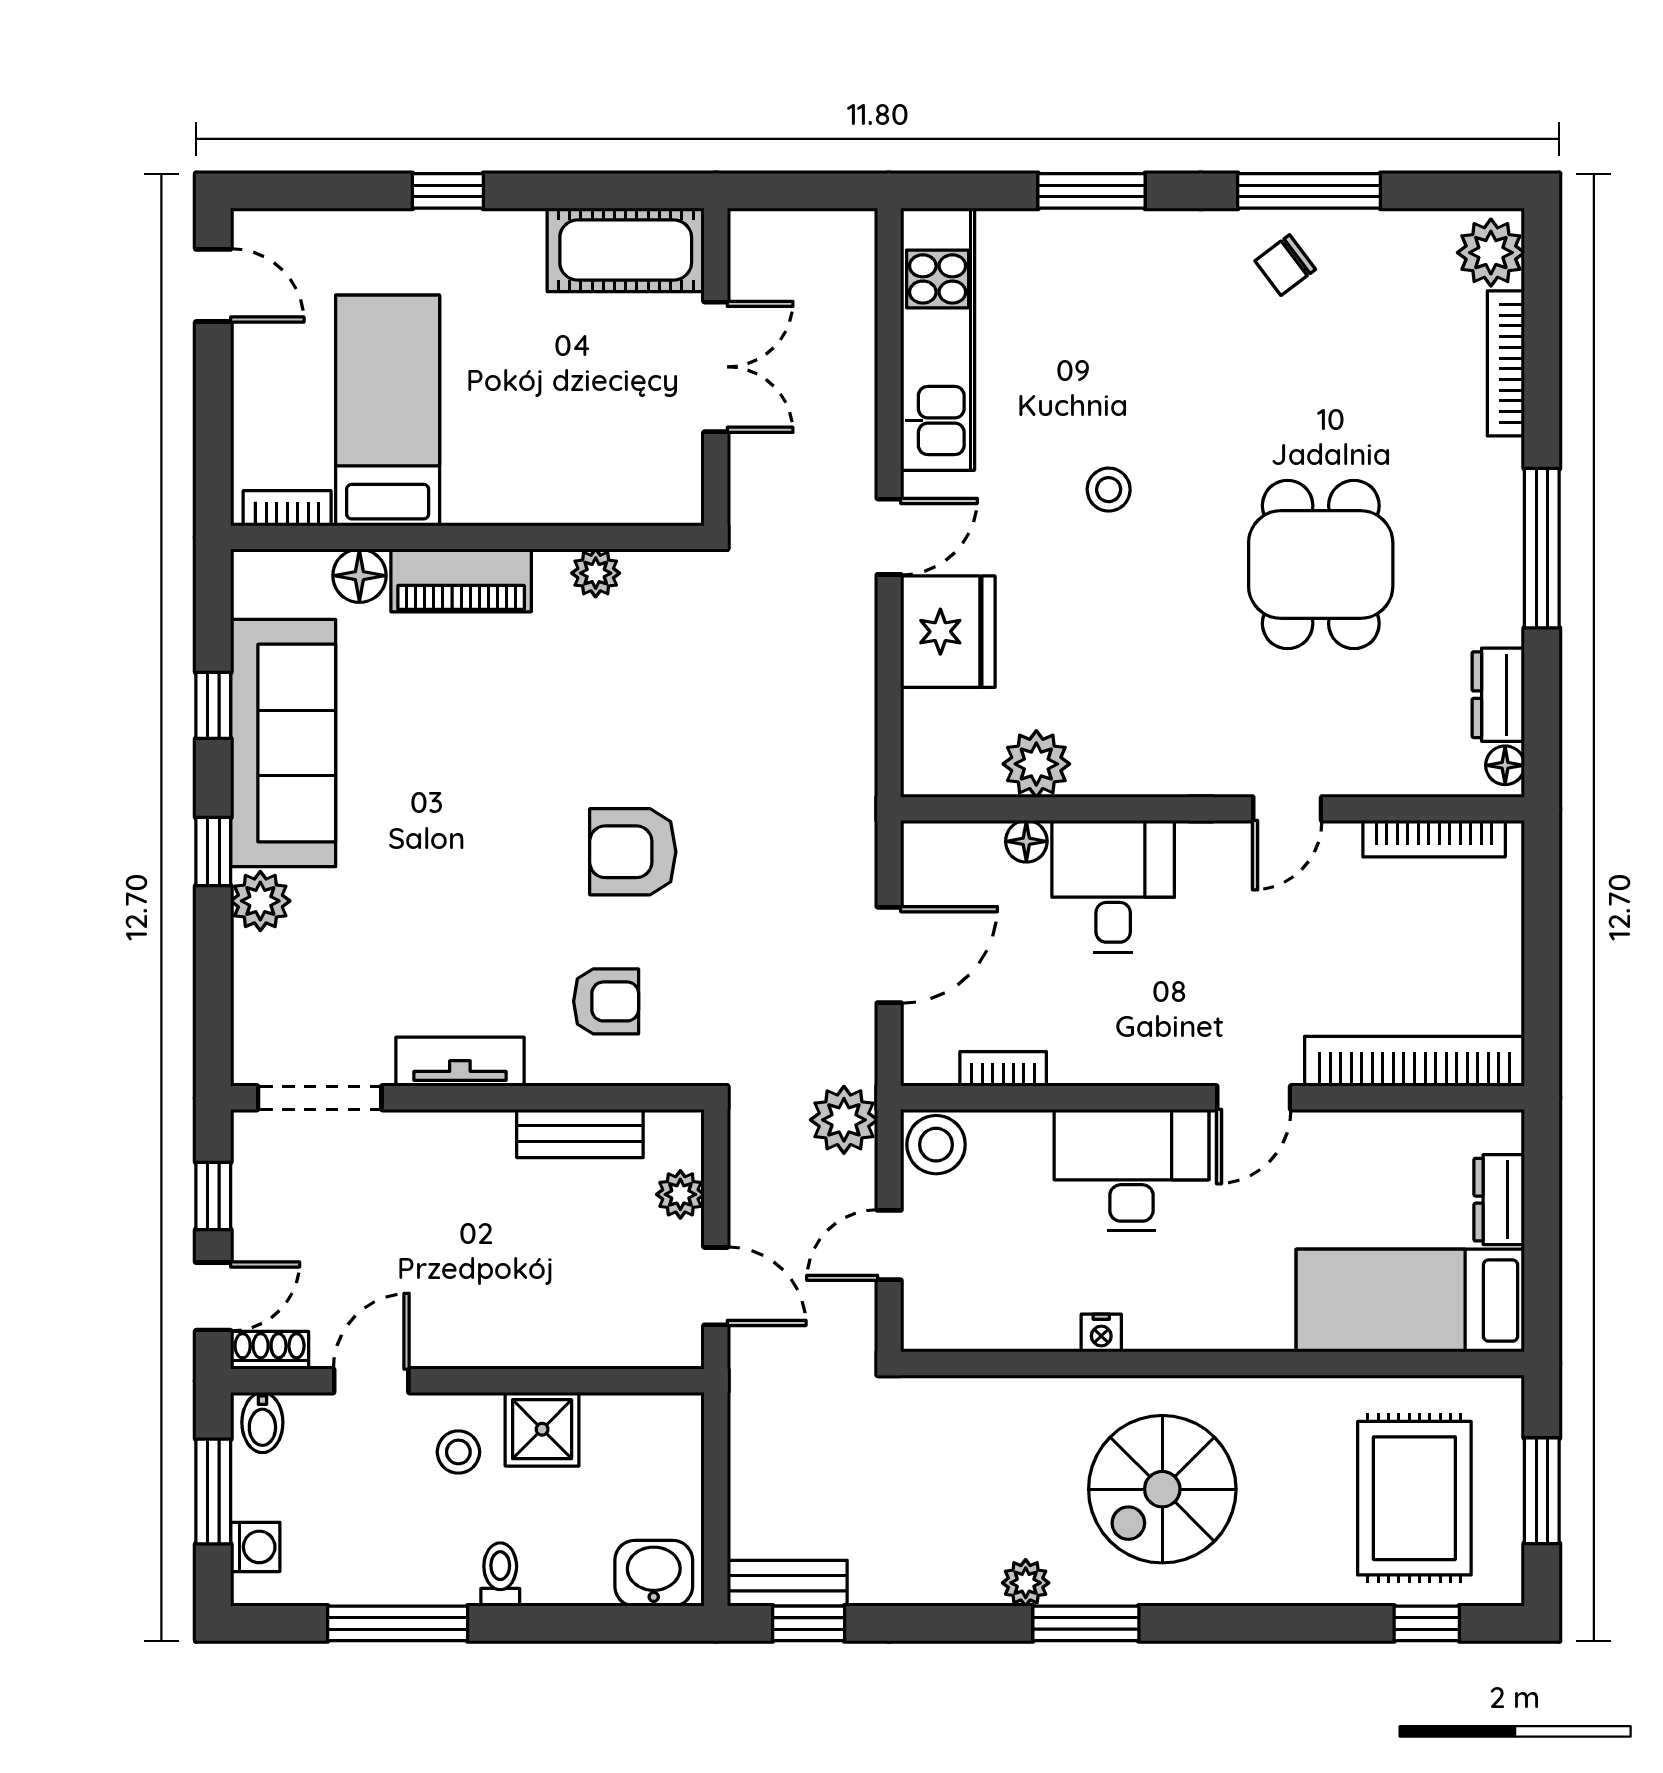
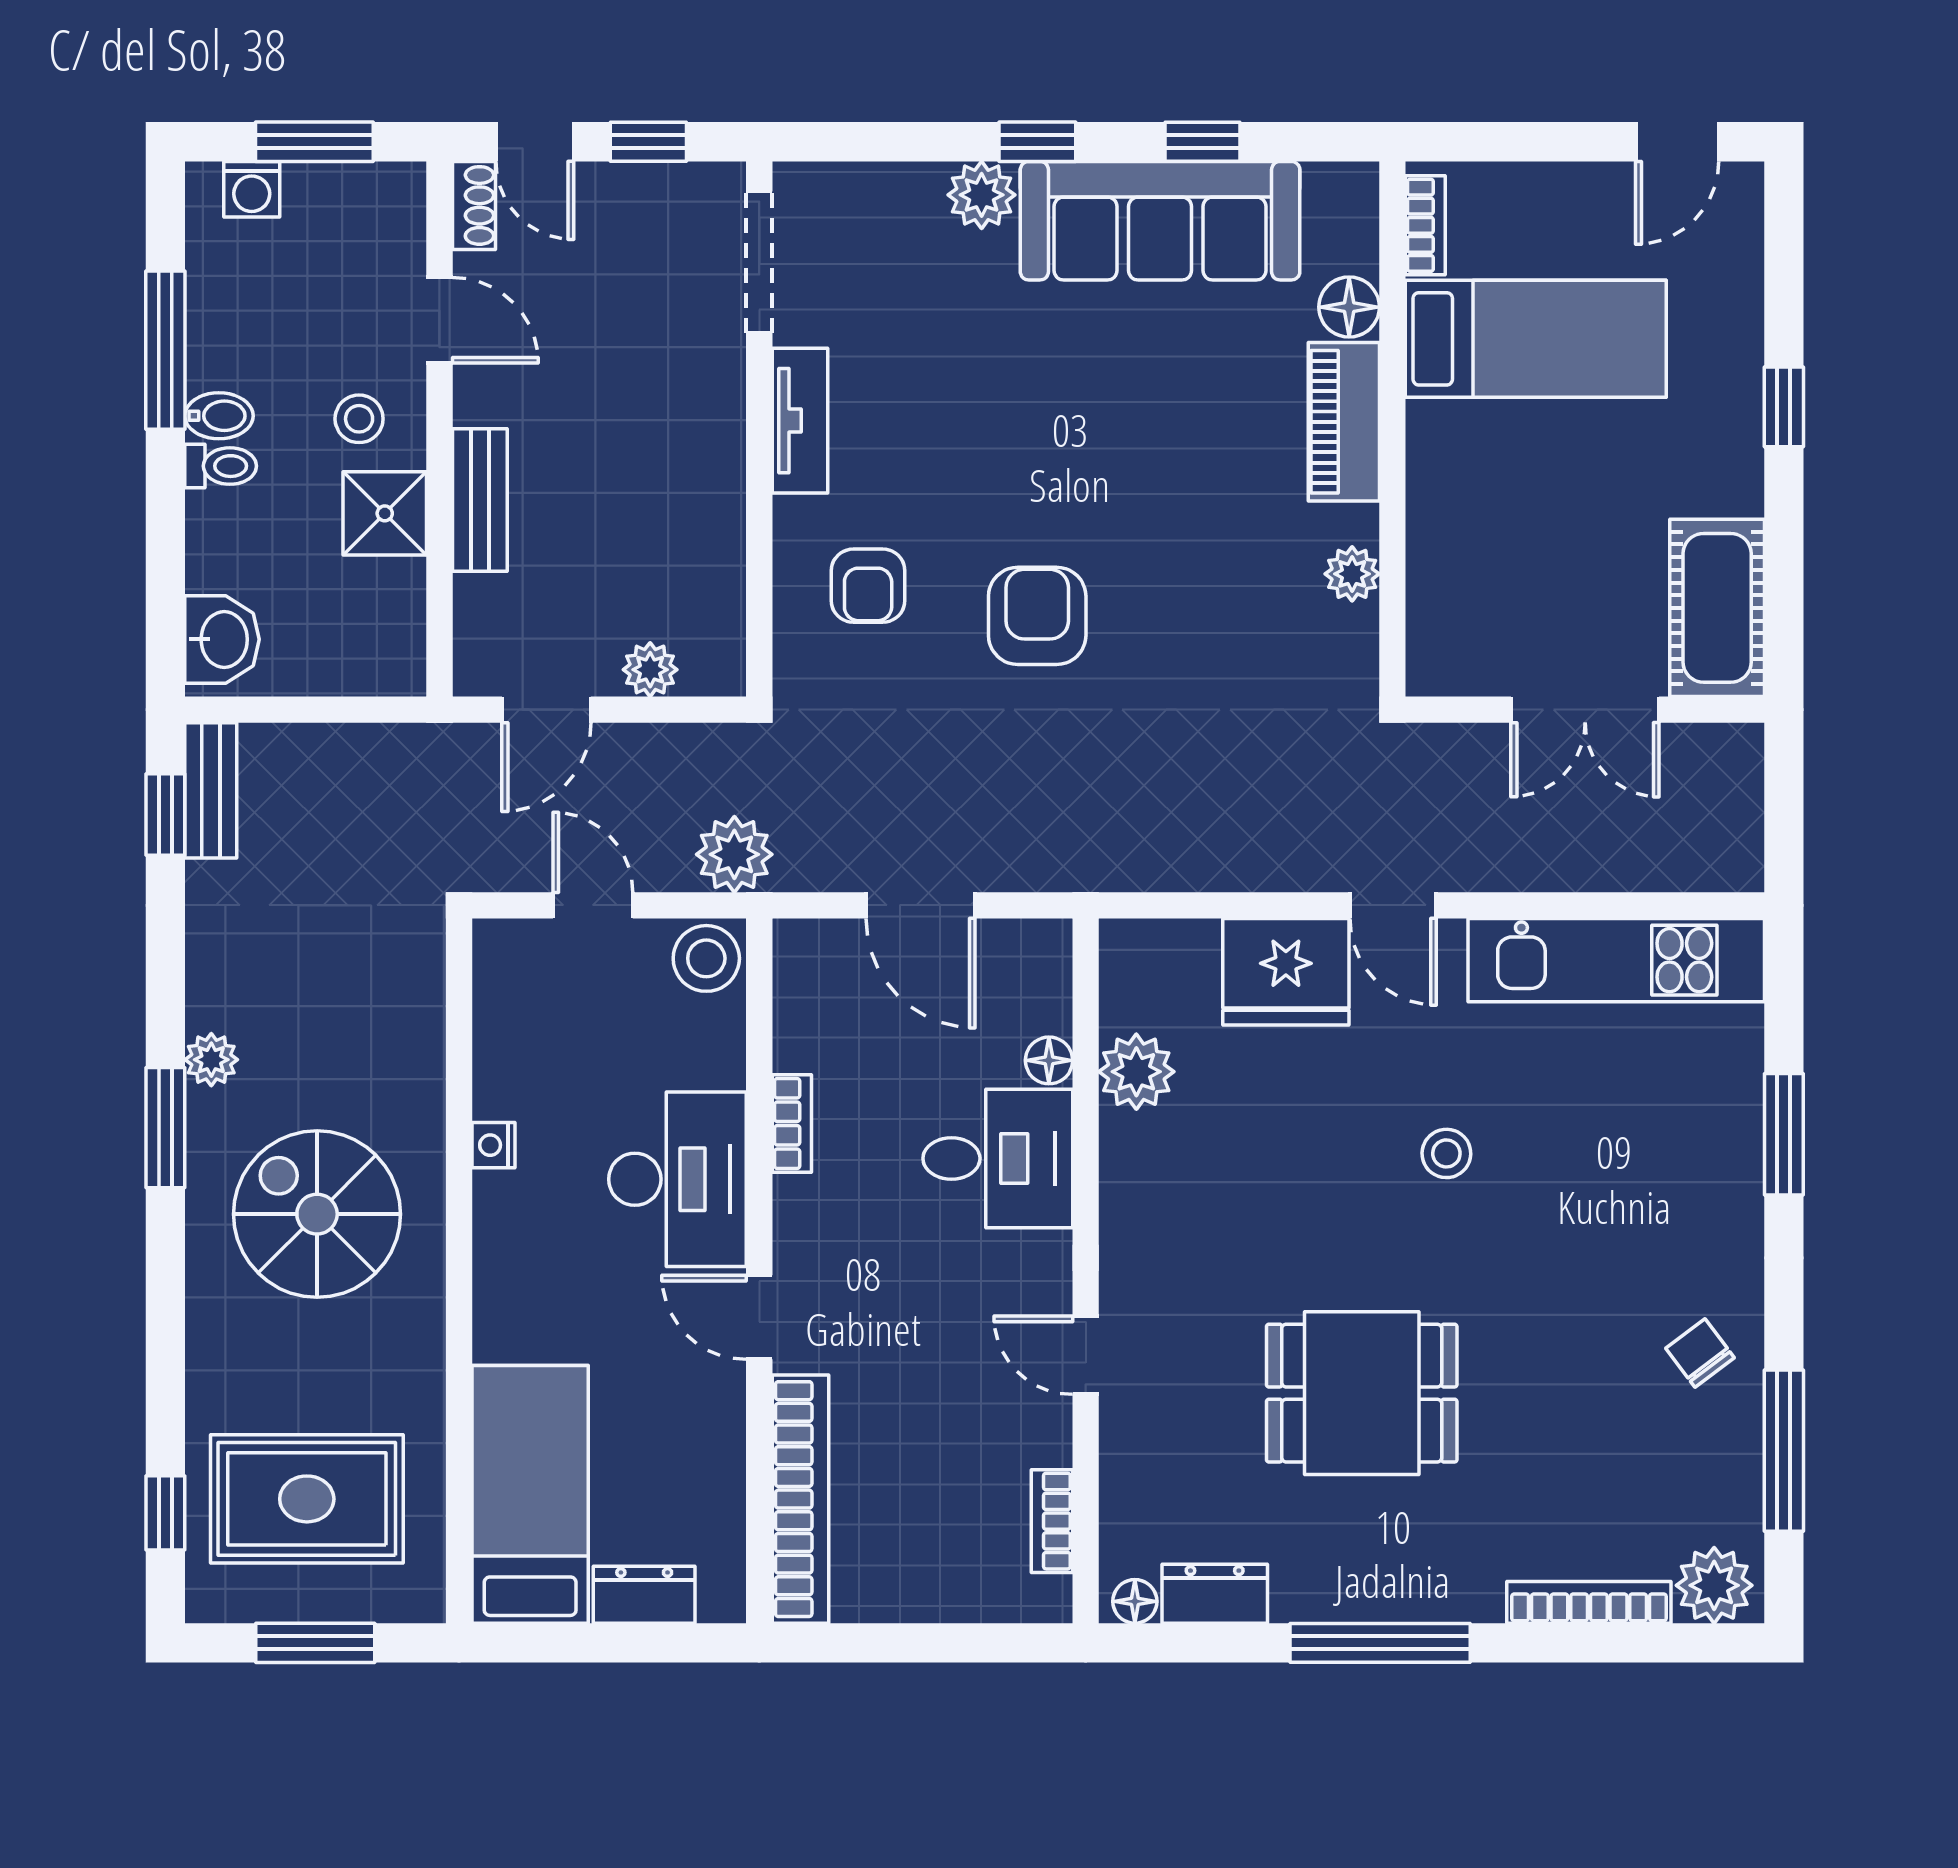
window: (1309, 191) -> (1784, 1451), moved
bookcase: (1434, 839) -> (1052, 1521), width x0.64
bookcase: (1003, 1069) -> (792, 1124), moved
bench: (580, 1133) -> (480, 500), moved
bidet: (262, 1422) -> (219, 416), moved, turned 180

